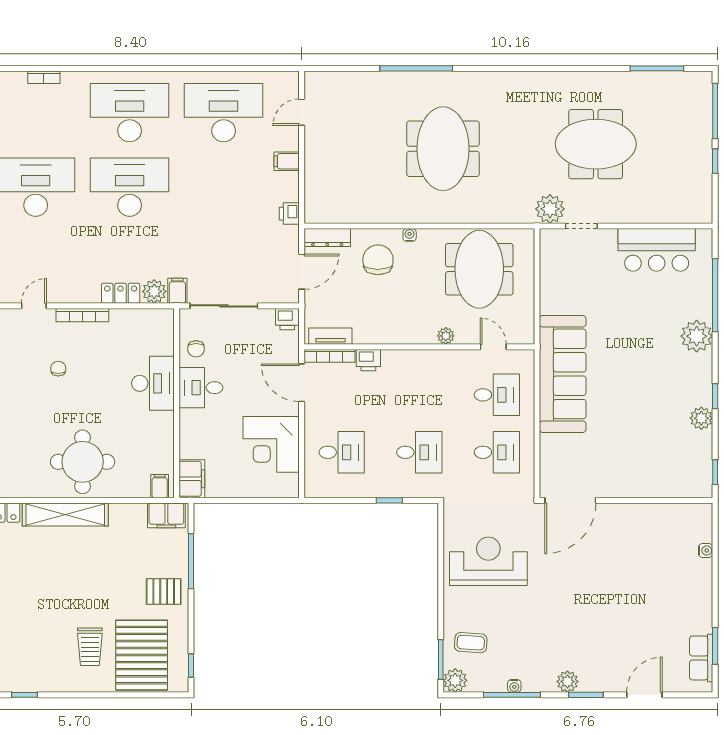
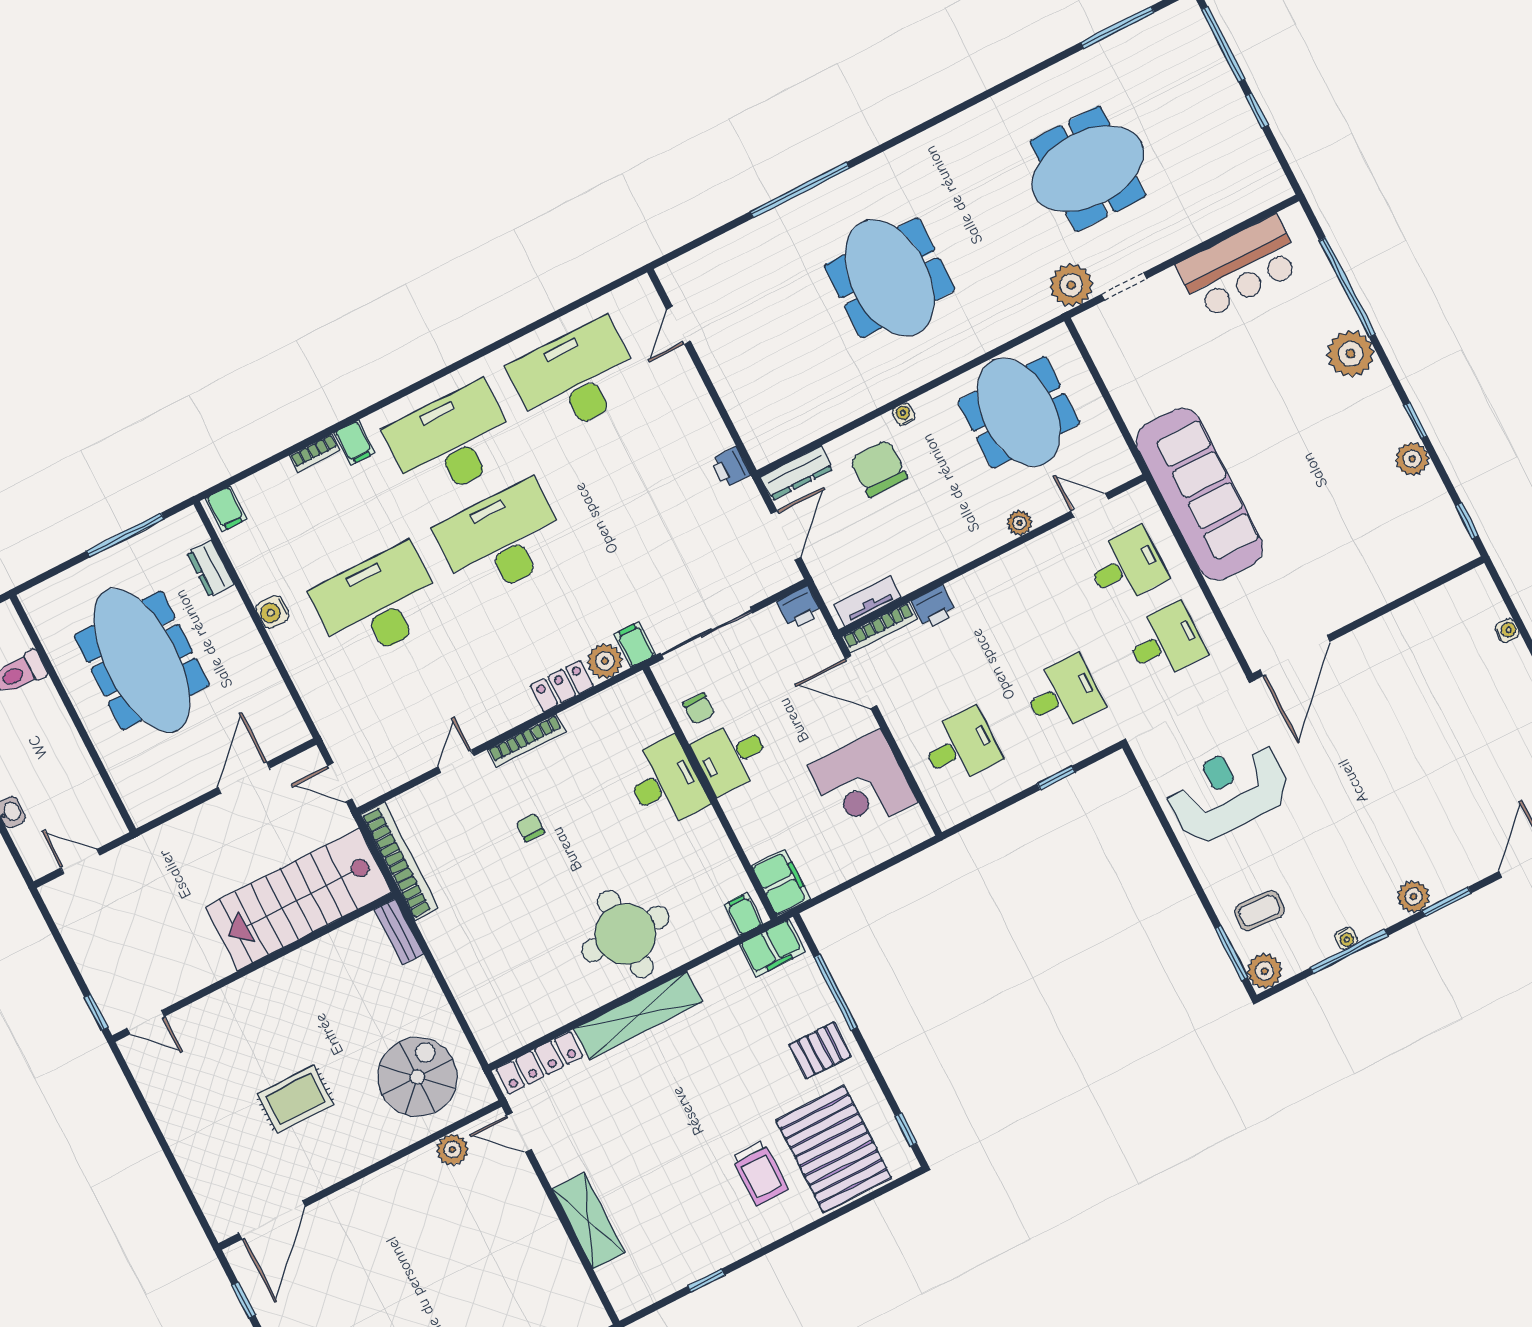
filing cabinet: (287, 161) -> (354, 443), moved, turned -90

